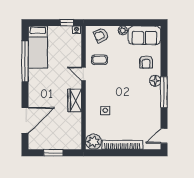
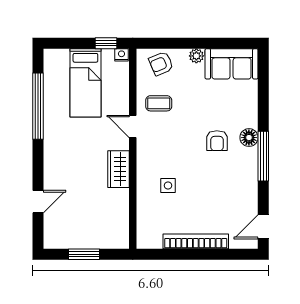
bed: (38, 47) -> (85, 83), moved
armchair: (146, 62) -> (217, 141), moved
door: (25, 120) -> (38, 202), width x0.53
plant: (93, 142) -> (149, 236), removed

